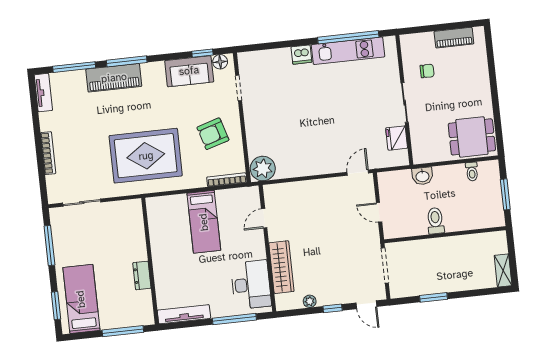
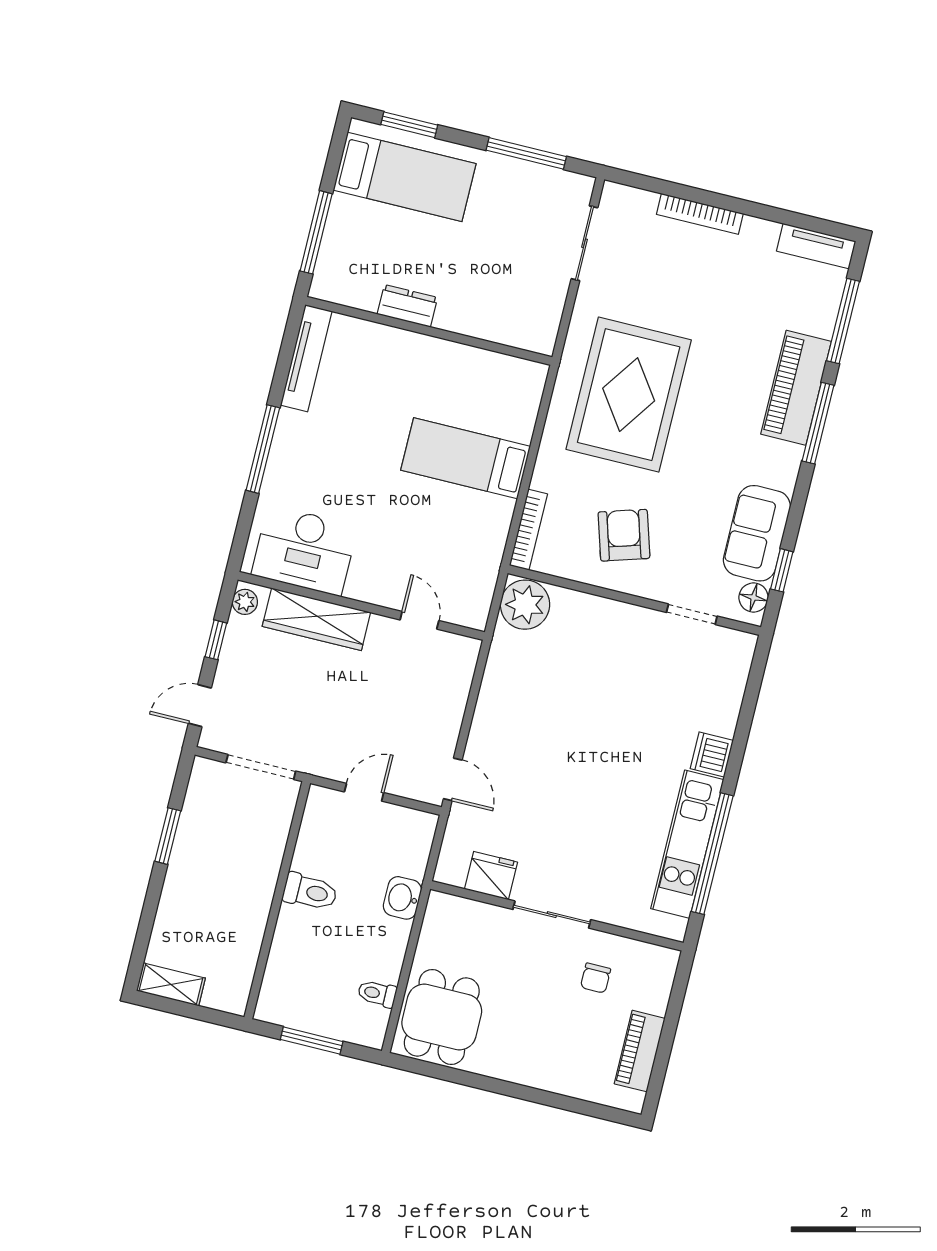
door: (264, 218) -> (419, 620), moved
wall: (267, 248) -> (361, 606), moved
wardrobe: (281, 267) -> (316, 619), moved
desk: (251, 285) -> (305, 550), moved

